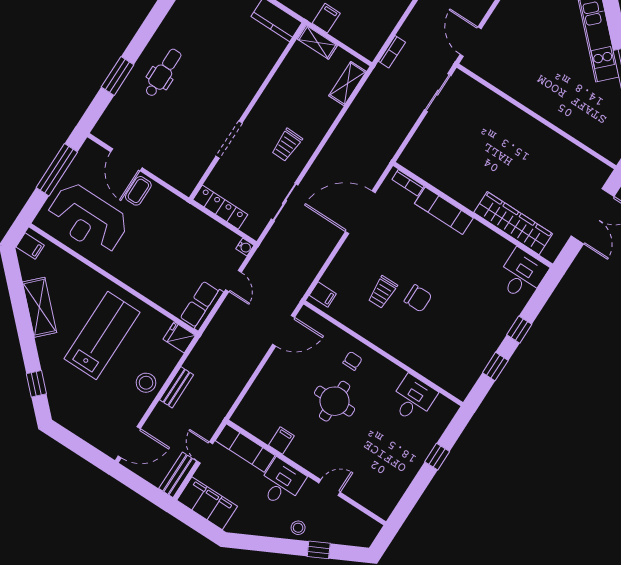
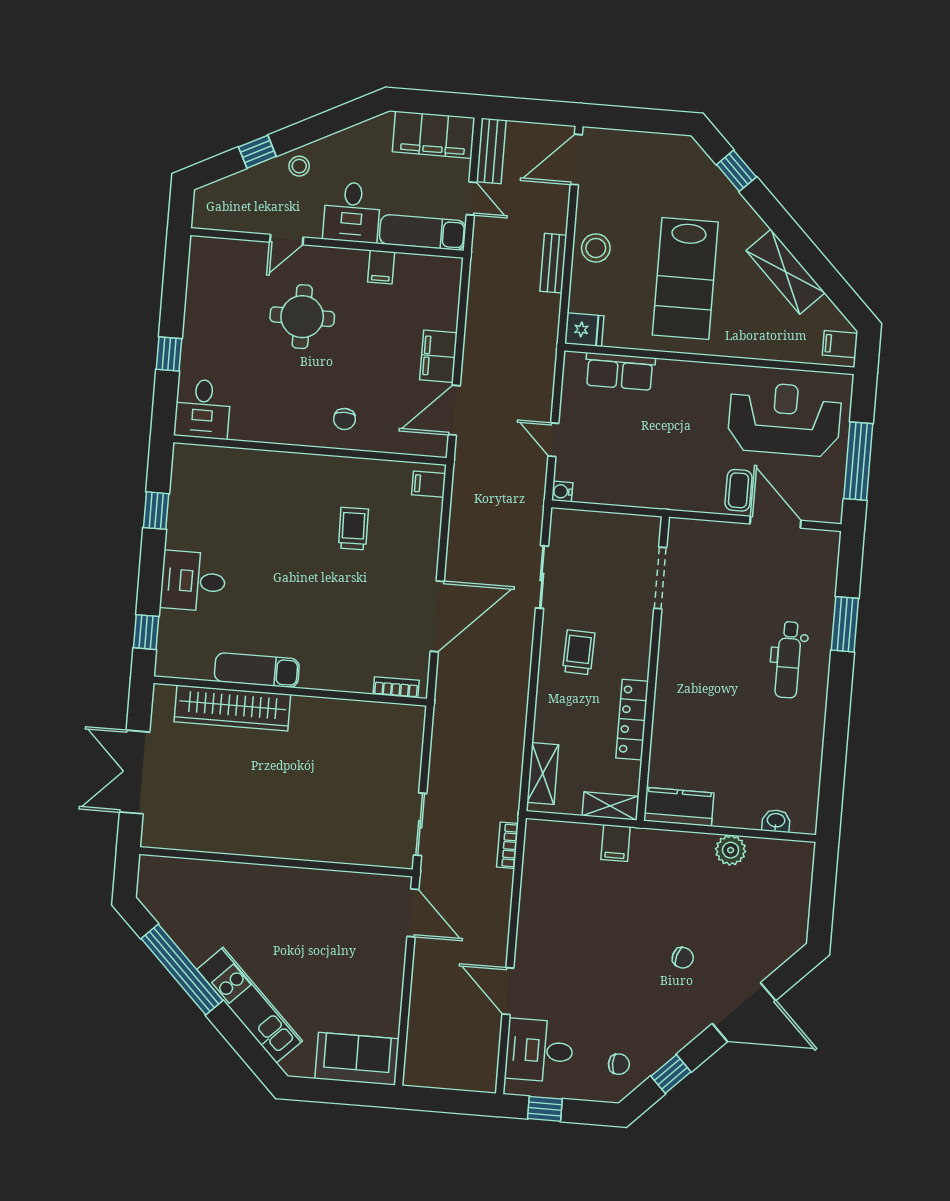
doorway: (229, 140) -> (660, 578), moved
locker: (220, 207) -> (632, 720), moved, turned 90
exam couch: (444, 211) -> (257, 670), moved
desk: (522, 275) -> (193, 581), moved, turned 90
chair: (418, 298) -> (303, 545), removed
row of seats: (202, 305) -> (620, 371), moved, turned 90
window: (519, 330) -> (146, 632), moved
filing cabinet: (276, 368) -> (438, 356), added
desk: (413, 399) -> (203, 409), moved
round table: (335, 401) -> (302, 317), moved

